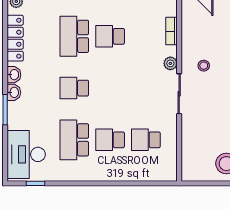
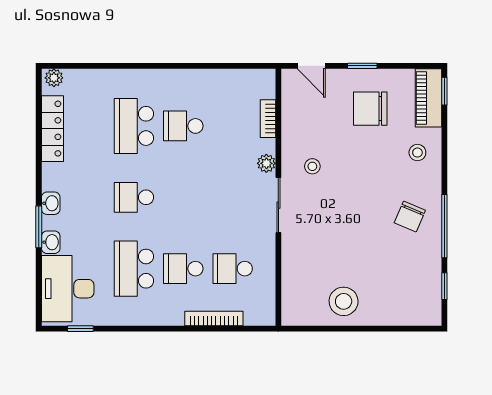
washbasin: (14, 75) -> (51, 242), moved
bookcase: (132, 176) -> (214, 318), added

